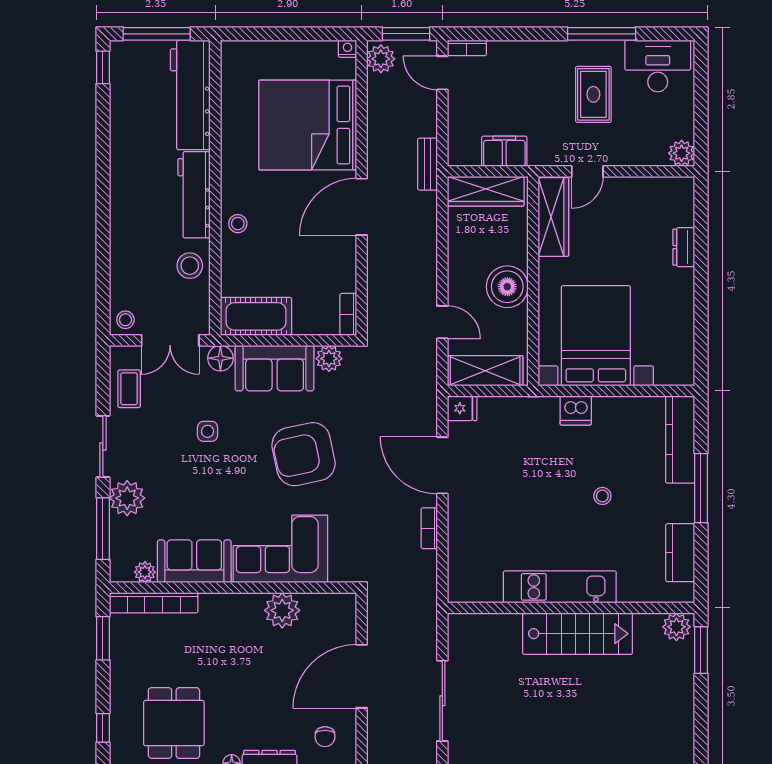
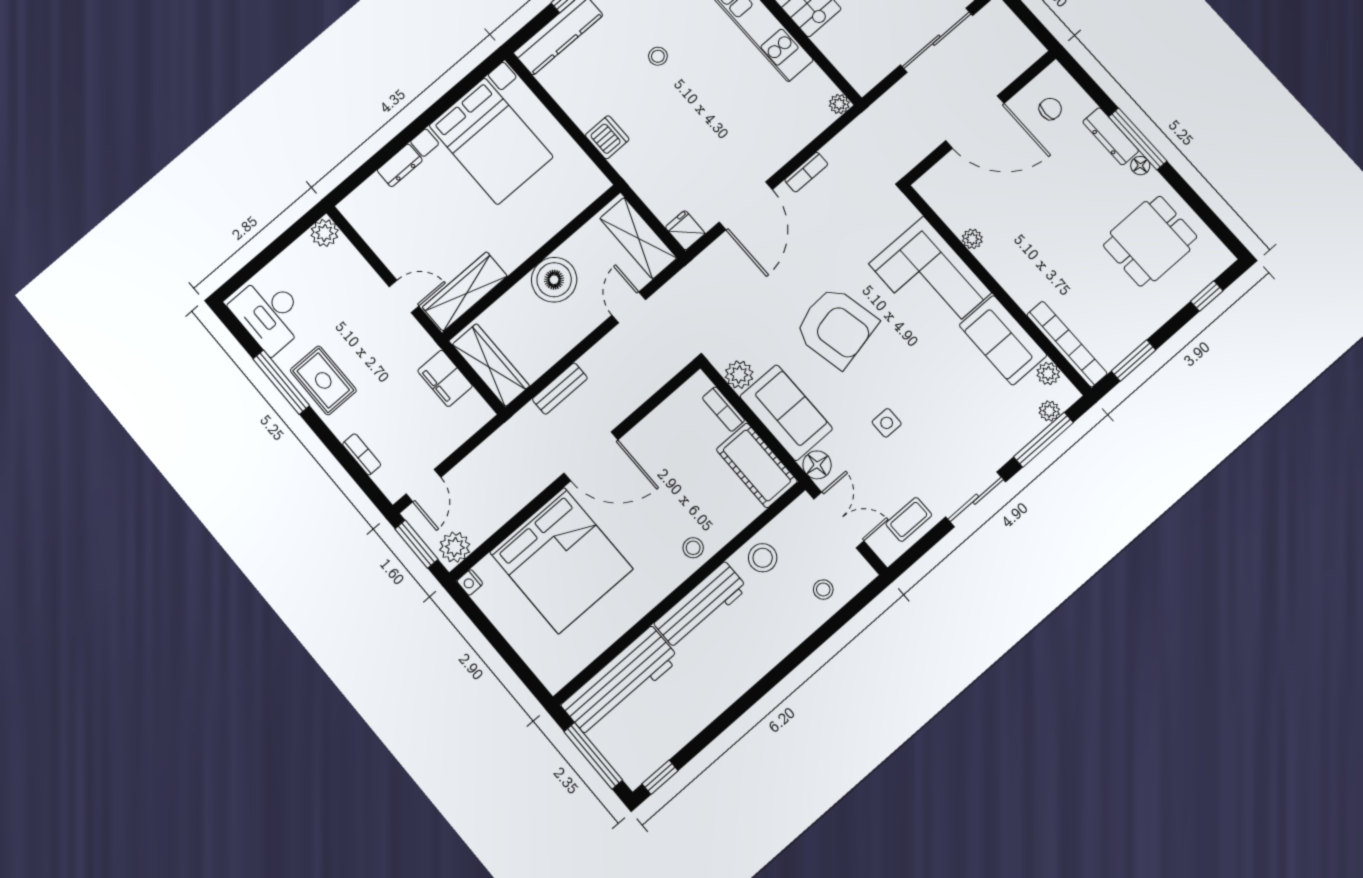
bookcase: (467, 48) -> (362, 454), moved
rug: (593, 94) -> (323, 380), moved, turned 90
bench: (427, 164) -> (560, 389), moved
bookcase: (348, 314) -> (723, 409), moved, turned 90
stool: (125, 320) -> (823, 590), moved
bed with nightstands: (596, 336) -> (491, 141), moved, turned -90
plant: (127, 498) -> (1049, 411), moved, width x0.53, depth x0.53
plant: (457, 593) -> (839, 104), added
plant: (282, 610) -> (972, 239), width x0.53, depth x0.53

